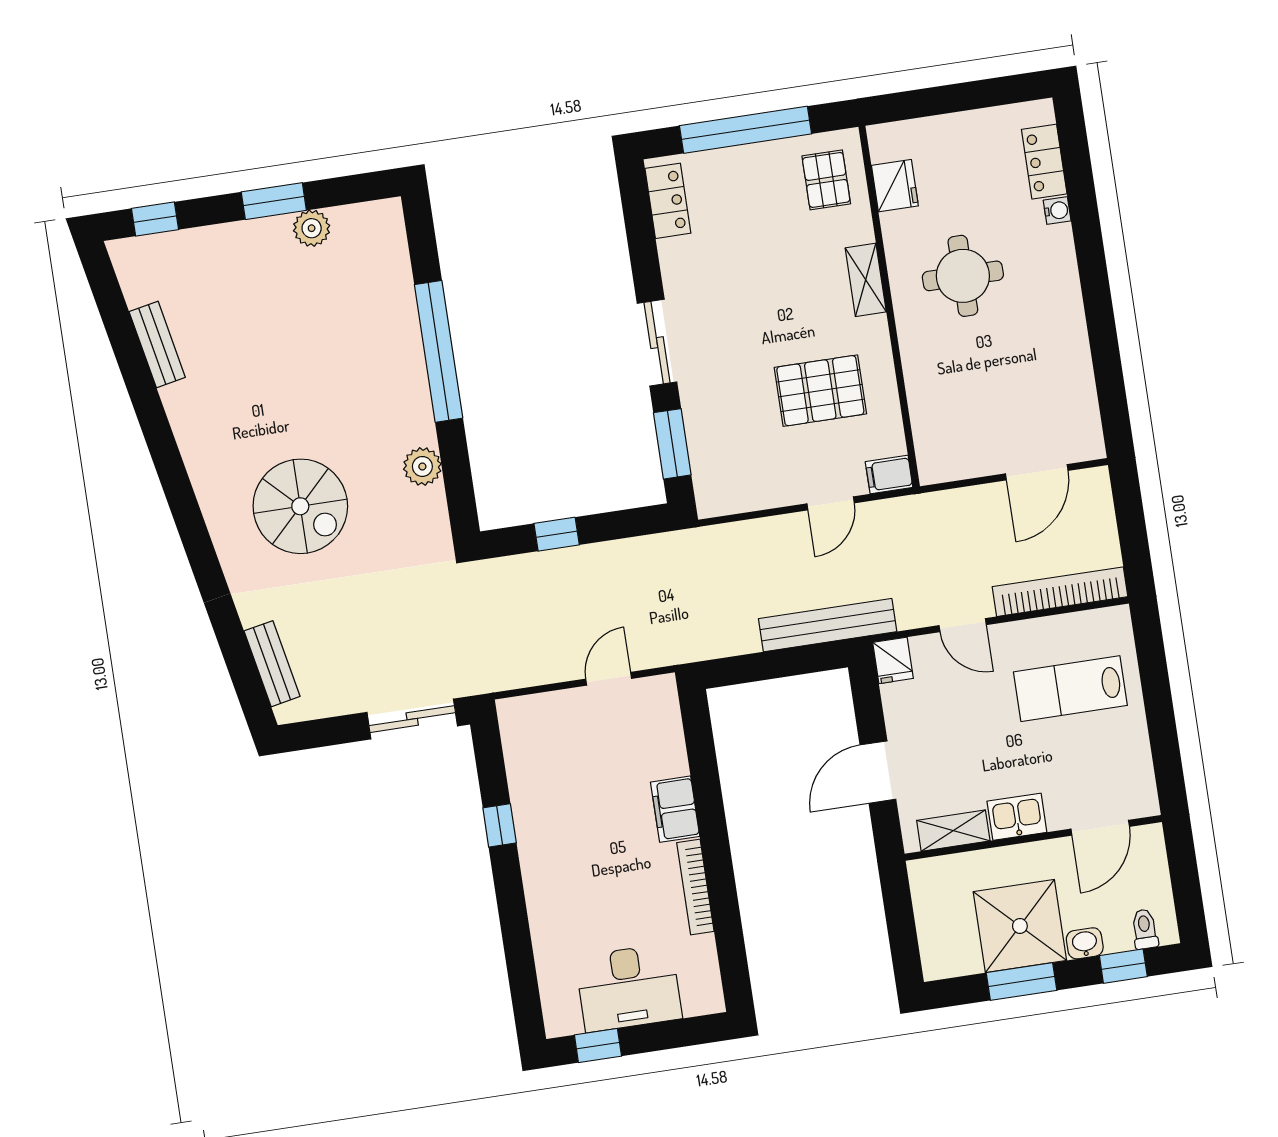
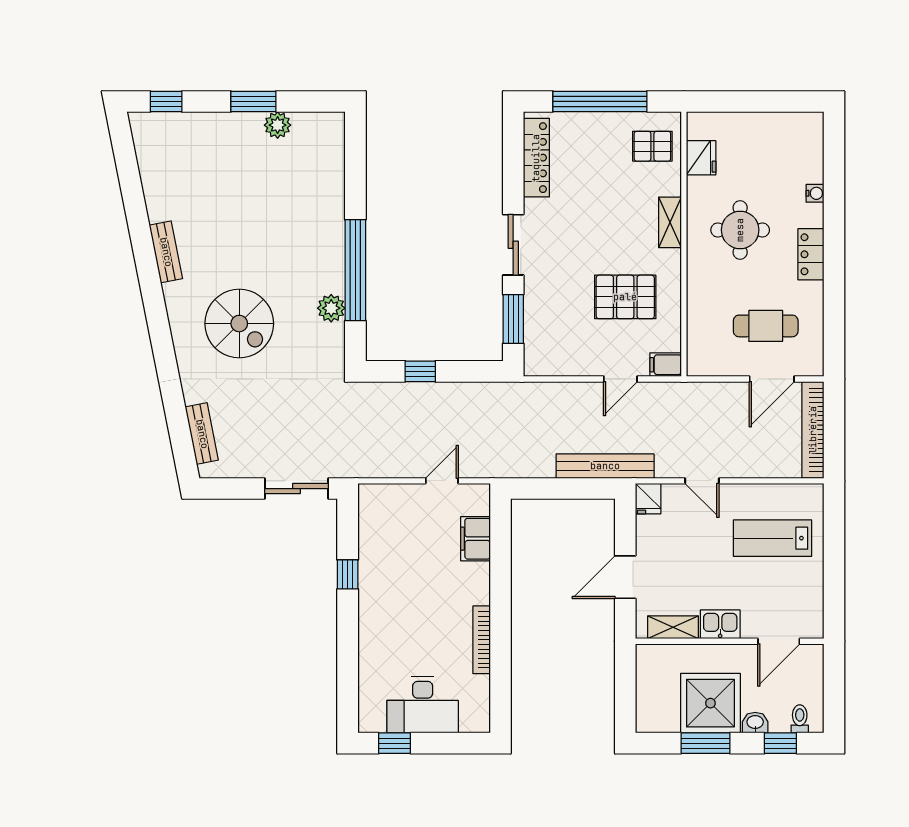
locker: (1044, 162) -> (811, 254), moved
pallet: (826, 180) -> (652, 146), turned 90
locker: (668, 201) -> (536, 158), width x1.53
bench: (157, 344) -> (166, 252), moved
window: (439, 351) -> (355, 270), moved
cafe table: (1017, 401) -> (766, 326), added
bookcase: (1060, 592) -> (813, 430), moved, turned -90
filing cabinet: (675, 809) -> (476, 539), moved

